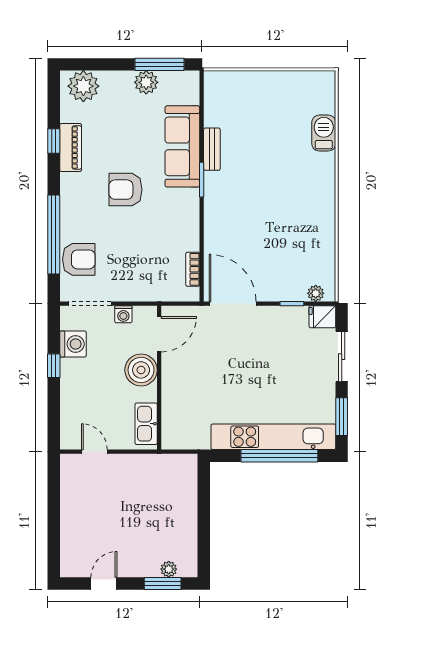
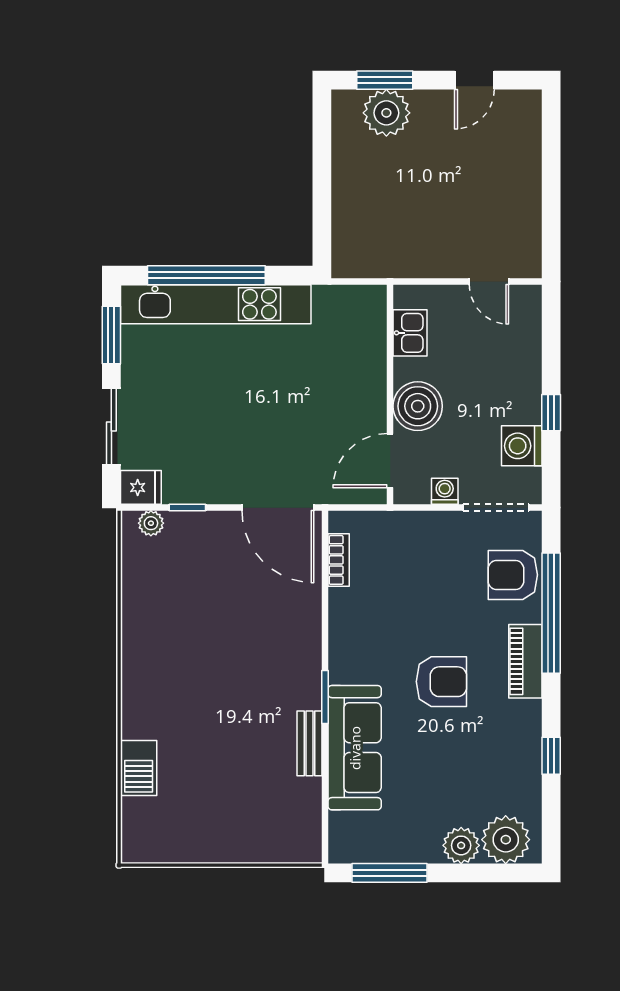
plant: (146, 82) -> (461, 845), moved
piano: (71, 148) -> (525, 661), moved
kitchen sink: (146, 424) -> (410, 333), width x0.73
plant: (169, 569) -> (386, 113), width x1.88, depth x1.88

